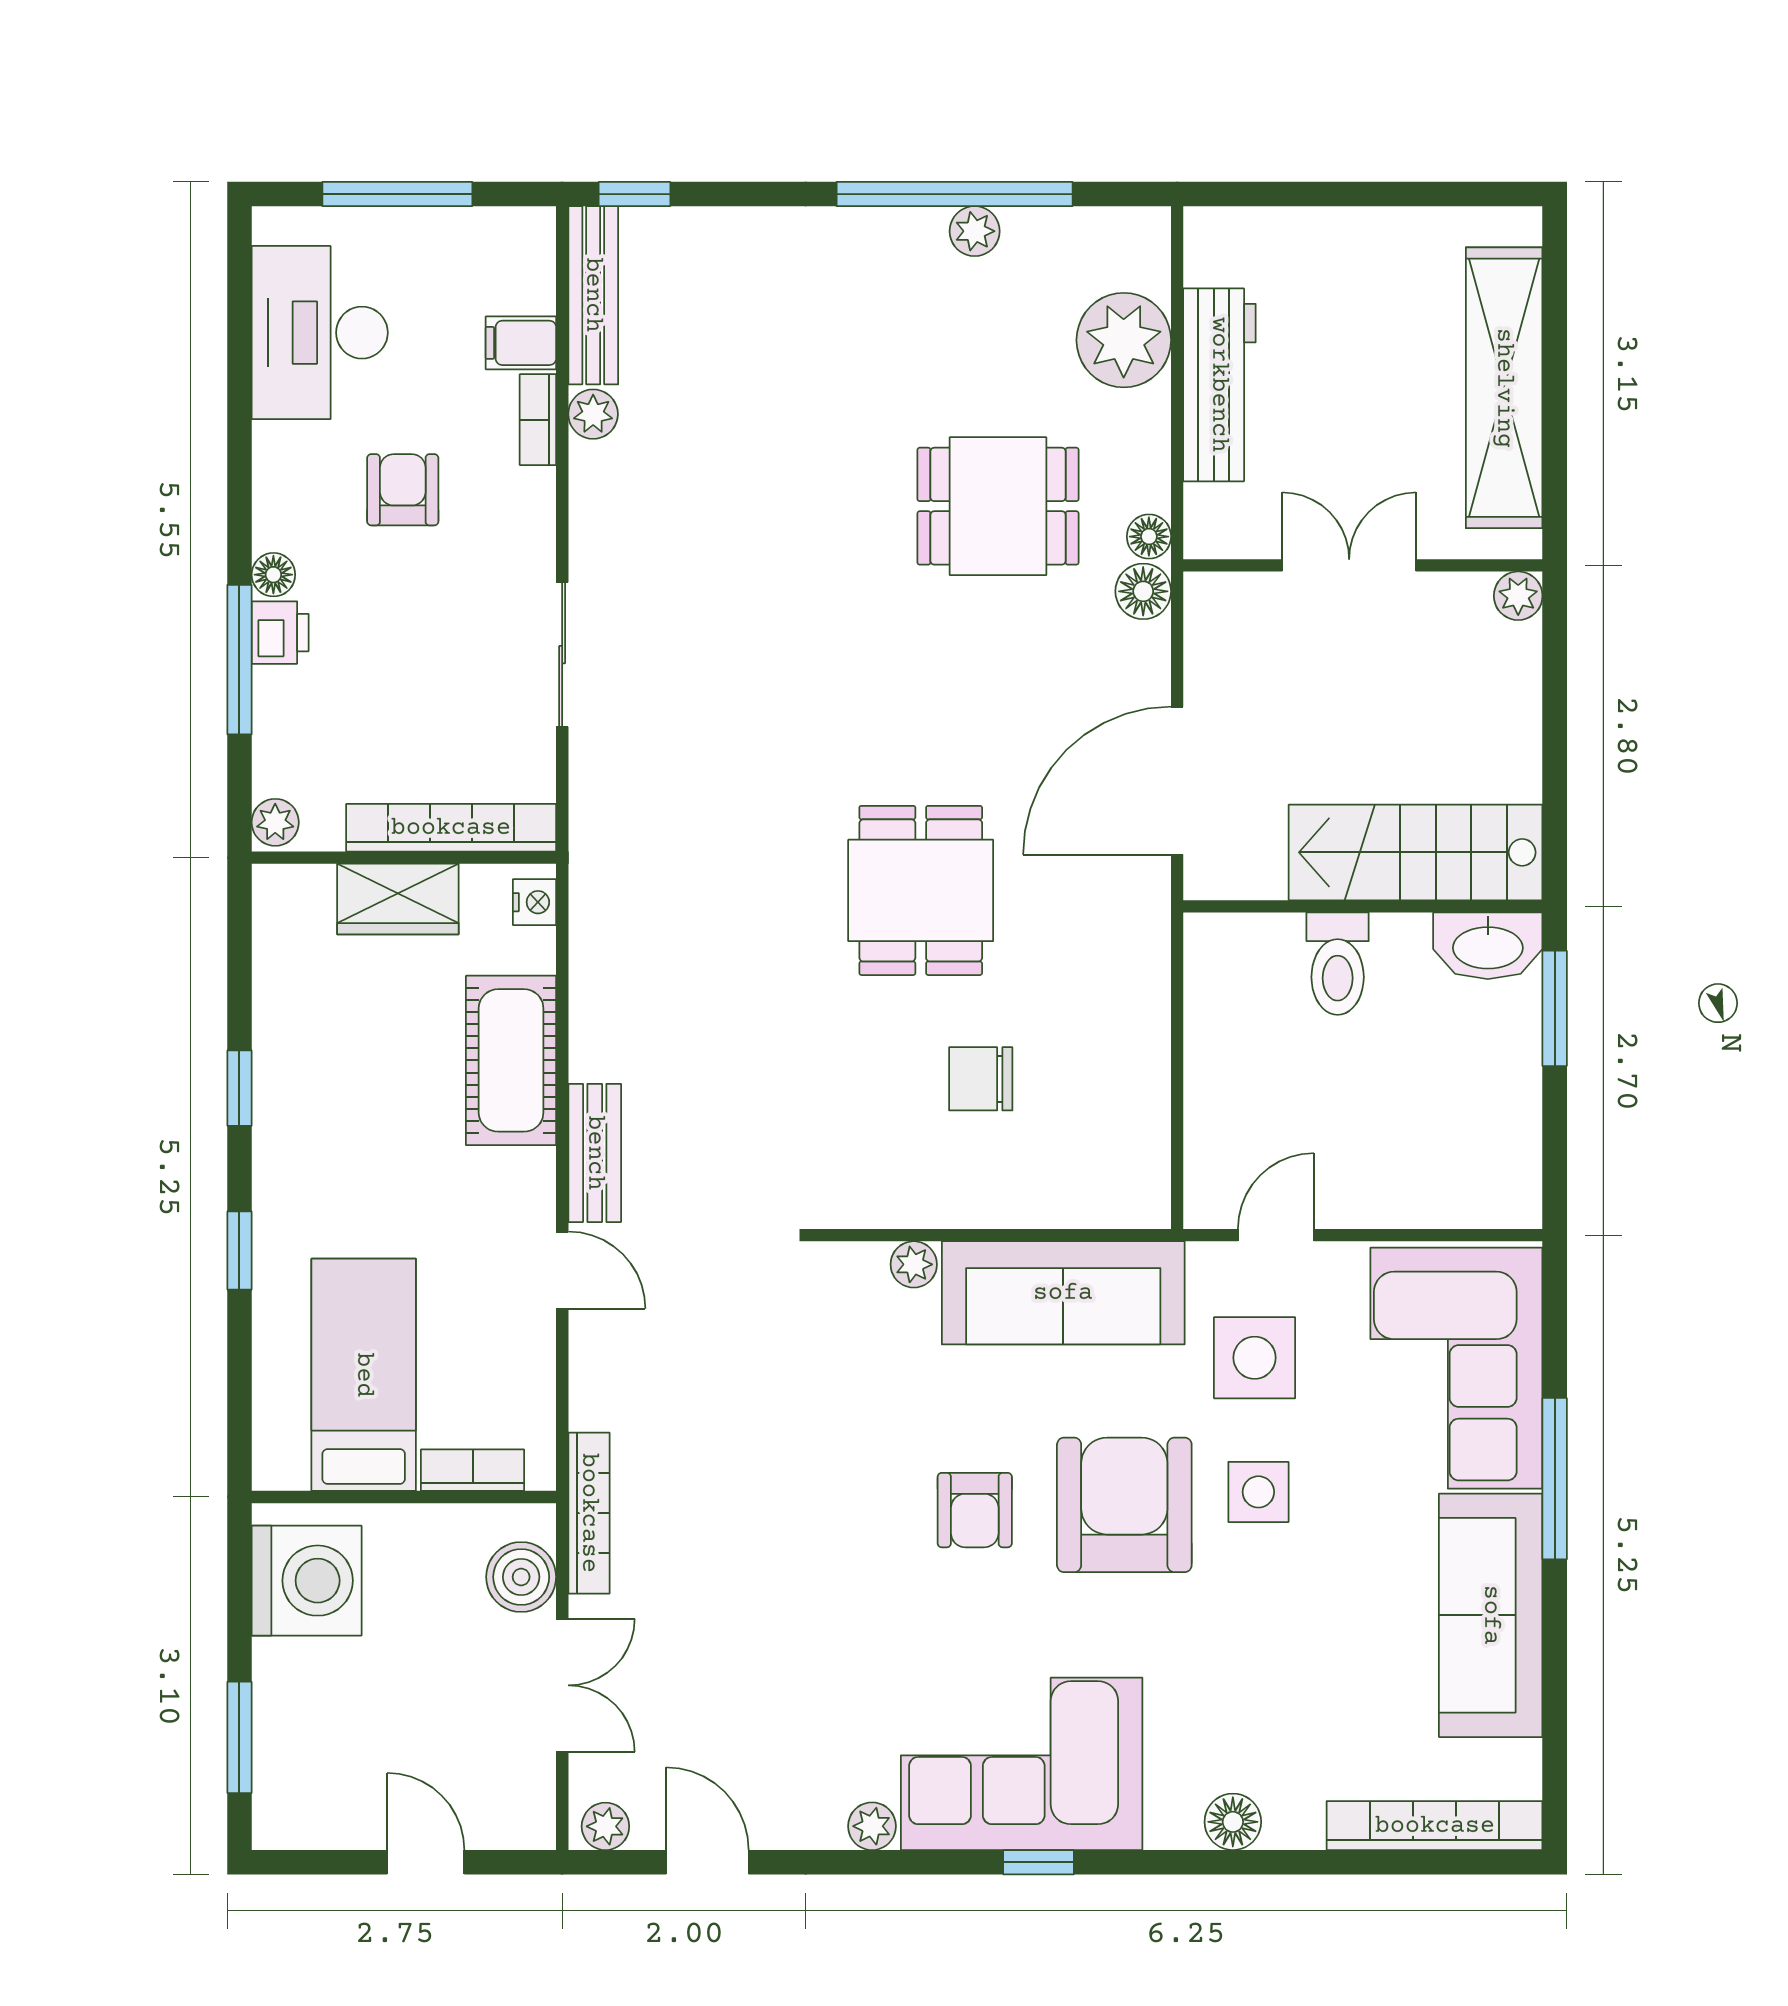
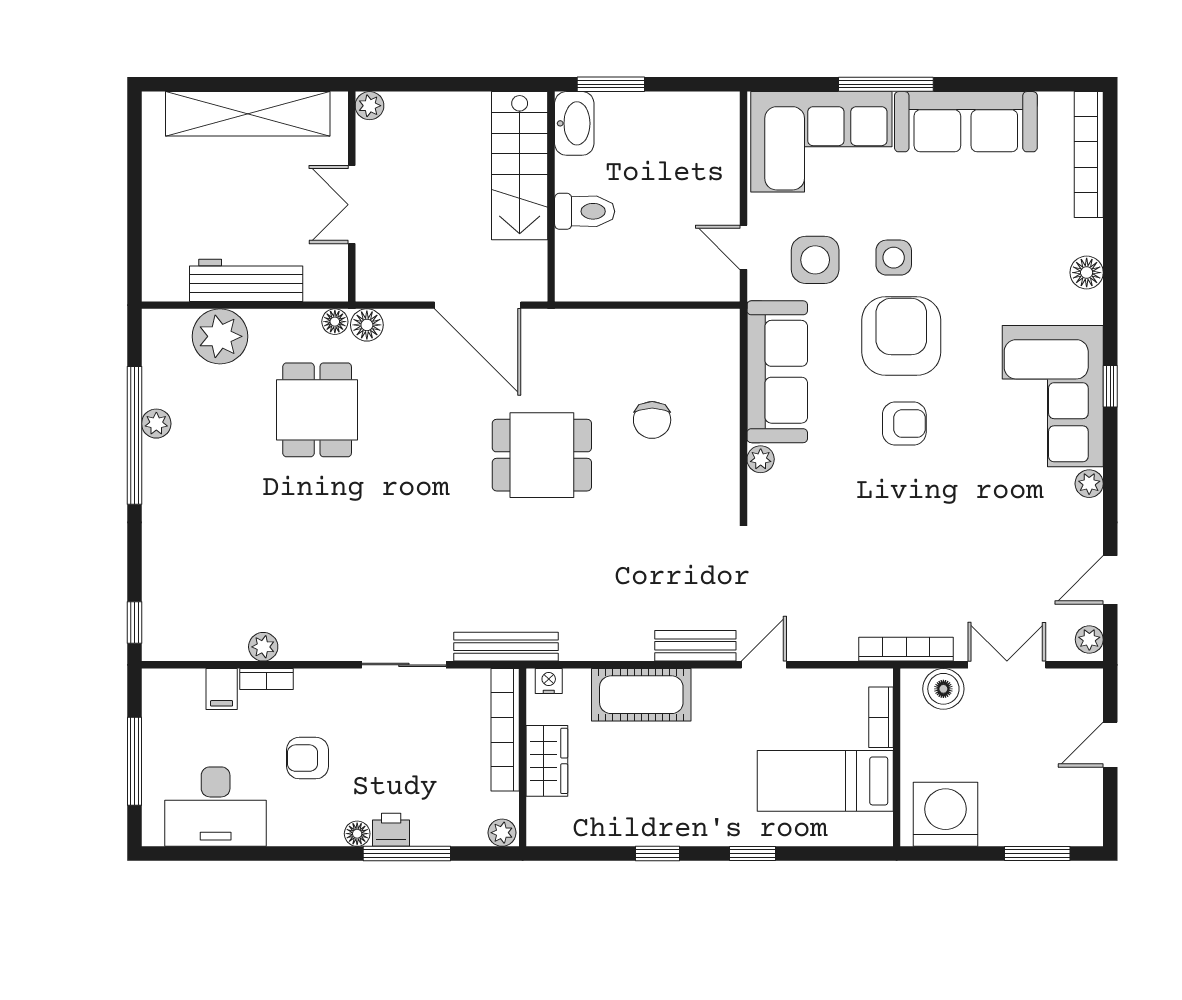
bench: (593, 295) -> (506, 647), moved
armchair: (1124, 1505) -> (901, 336), turned 90

